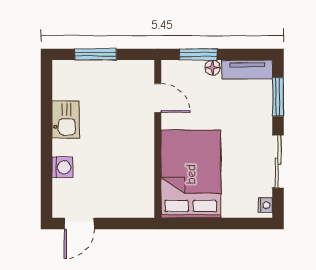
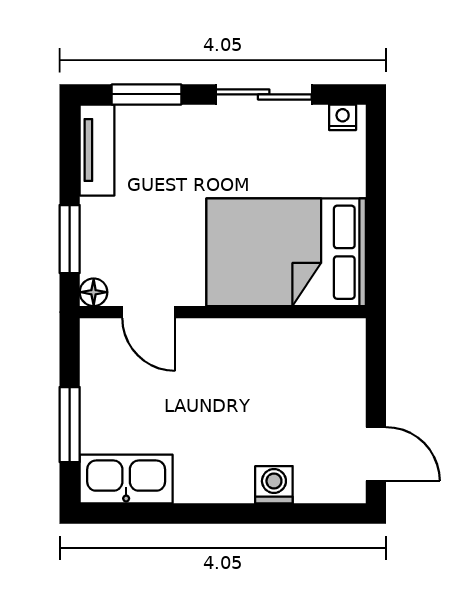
floor lamp: (213, 68) -> (94, 292), moved
door: (158, 98) -> (149, 312), swing flipped
kitchen sink: (66, 119) -> (126, 479), moved, width x1.38

